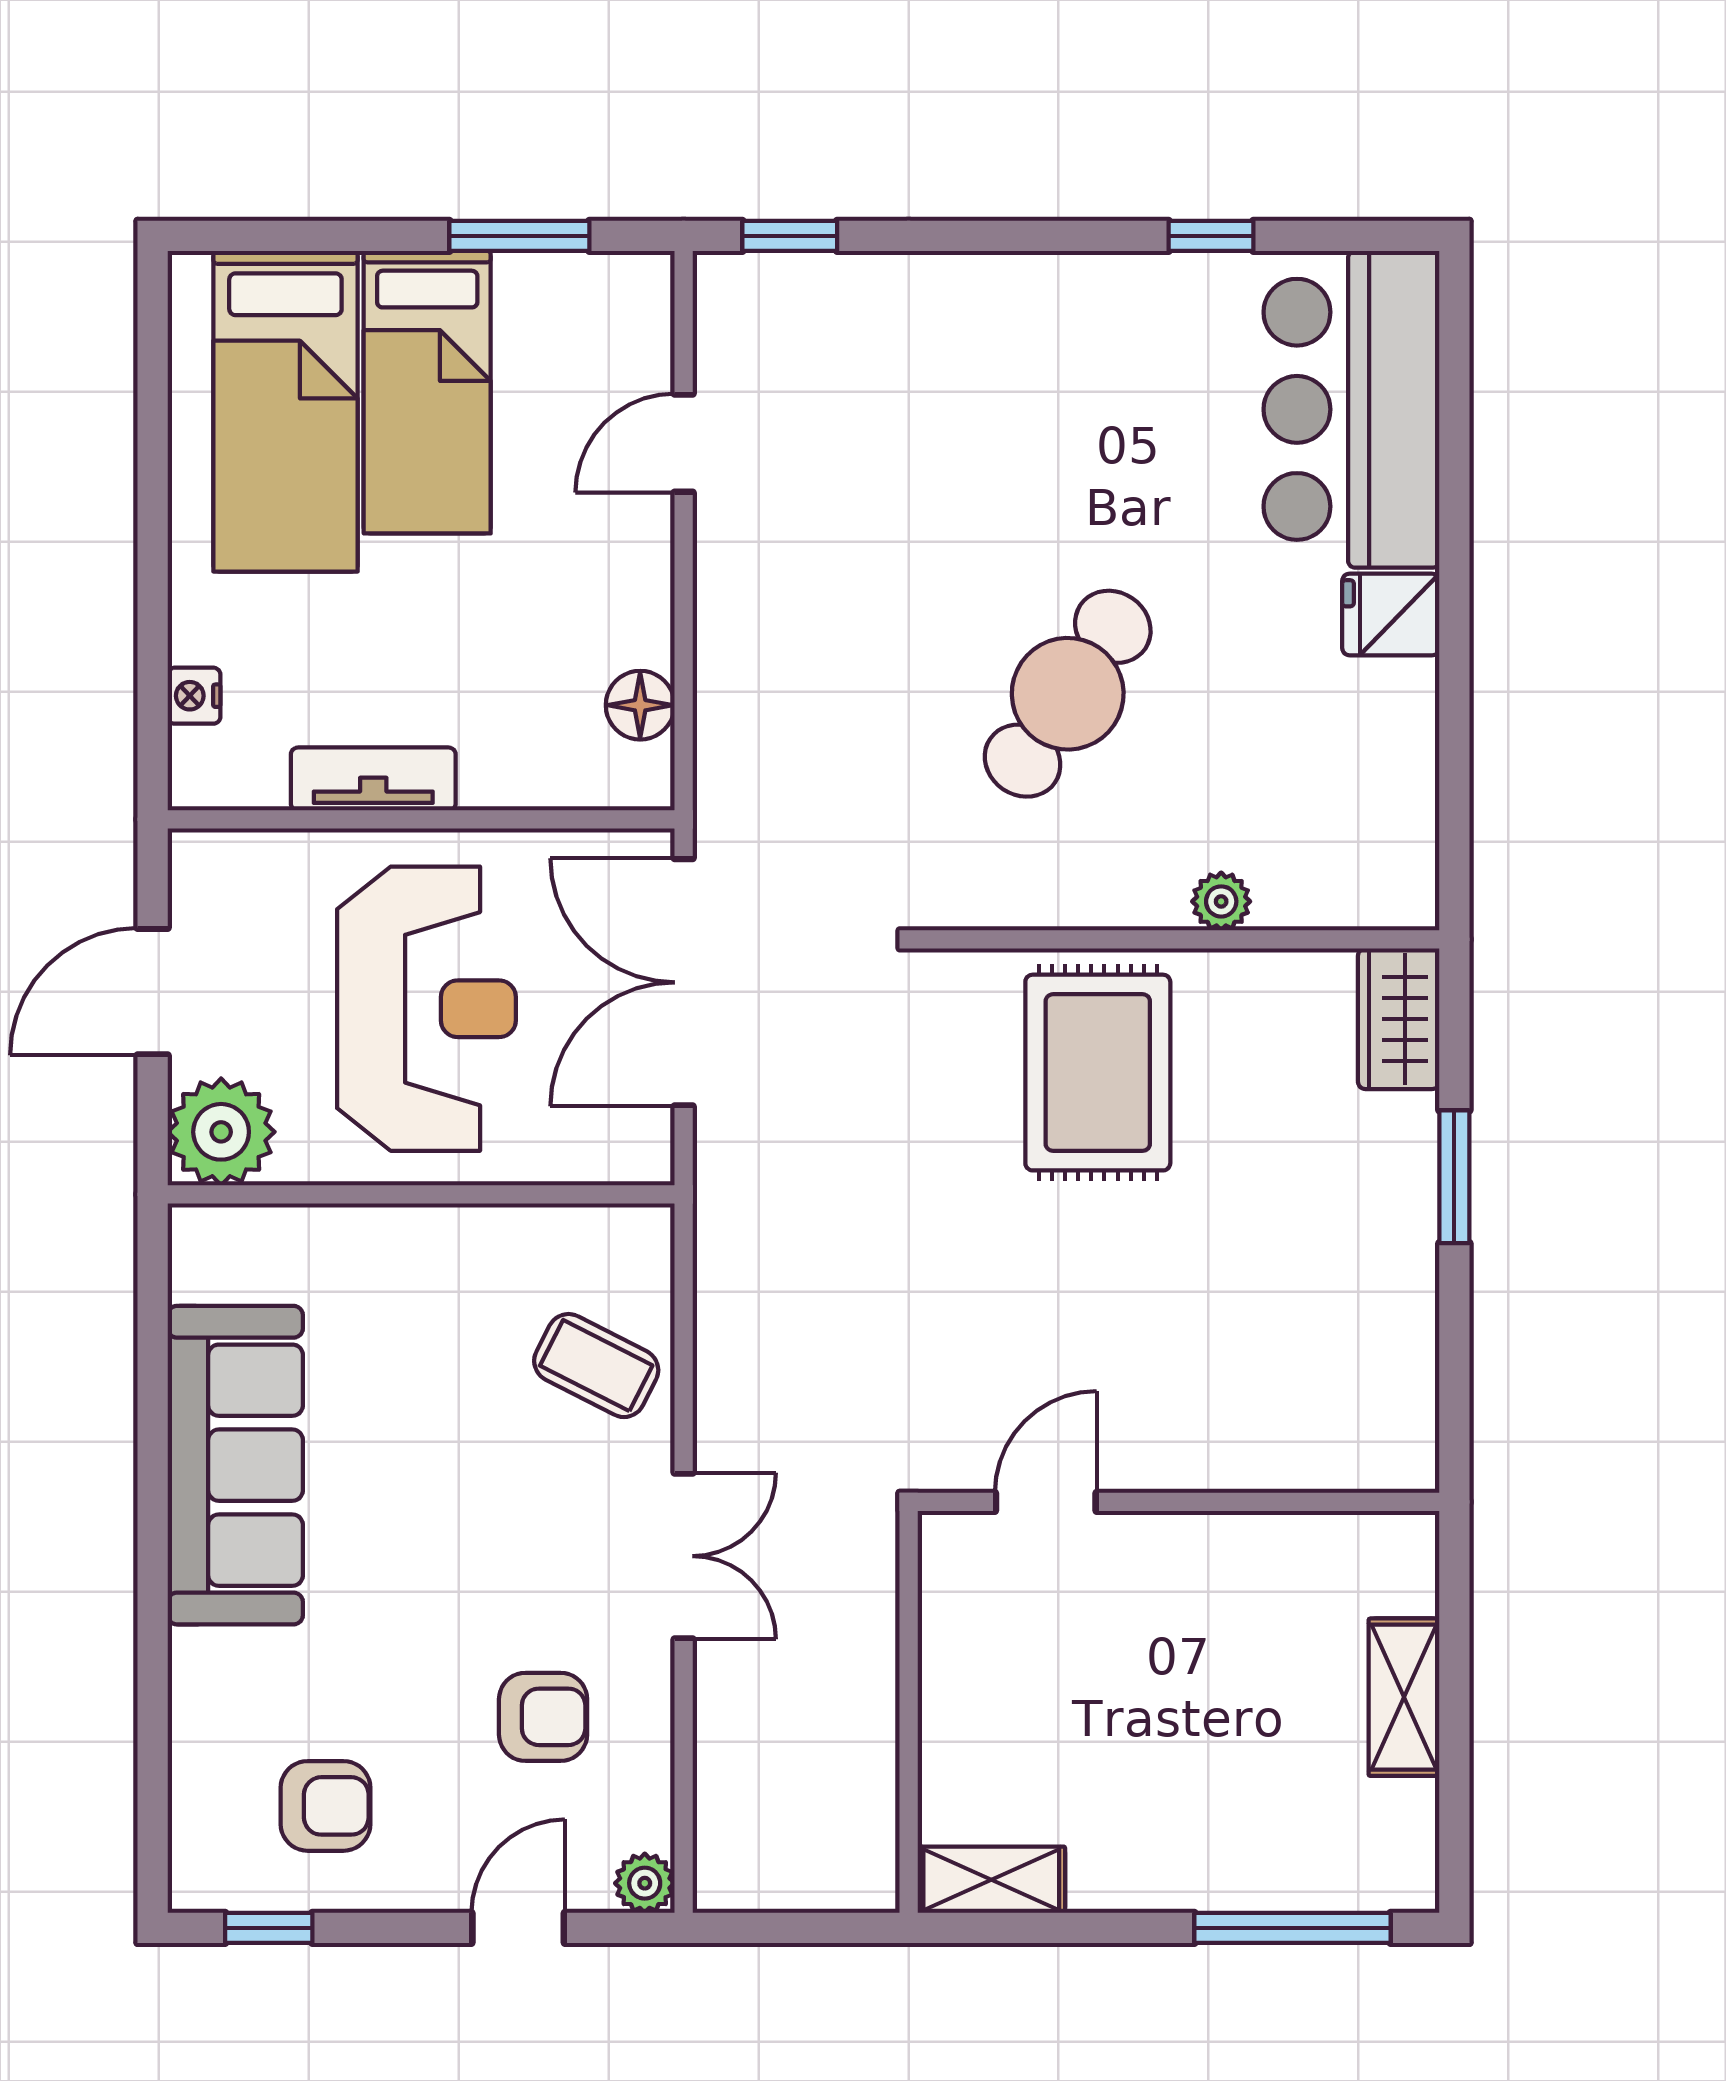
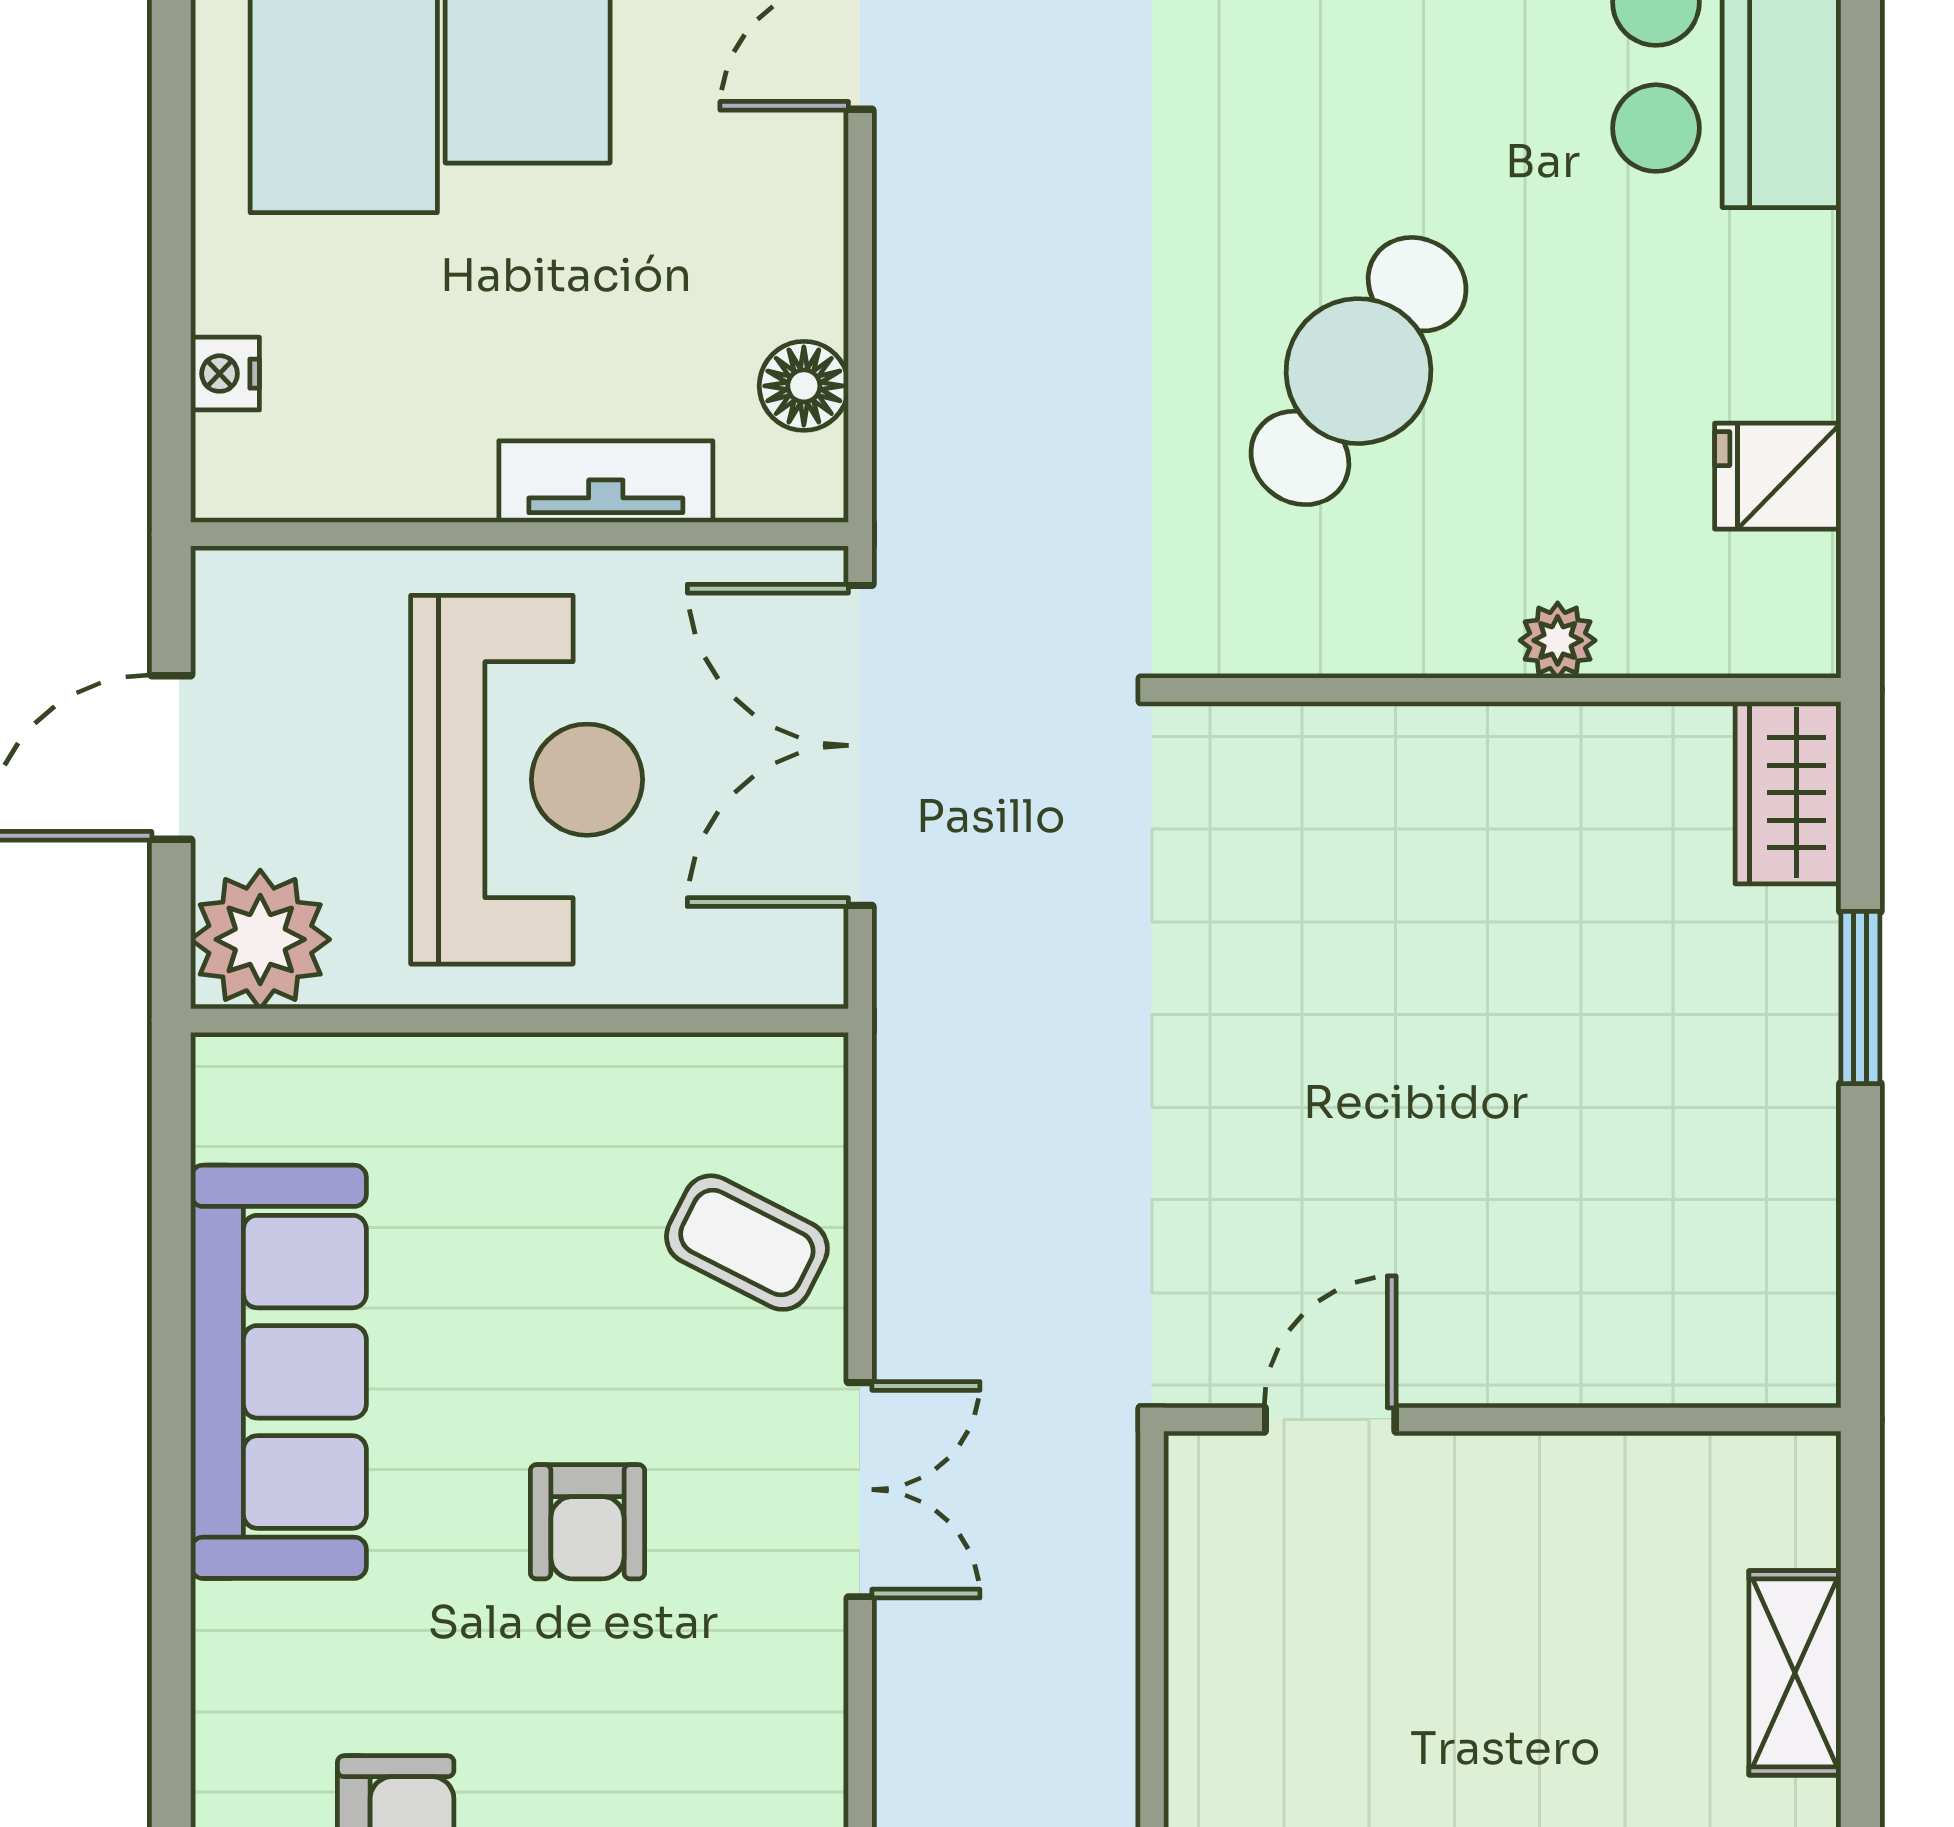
fridge: (1391, 614) -> (1778, 476), moved
tv unit: (373, 779) -> (606, 482), moved
rug: (1098, 1073) -> (1398, 862), removed
armchair: (543, 1717) -> (587, 1522), moved, turned 90

